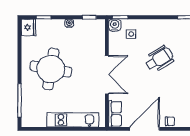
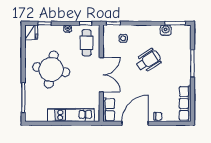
water cooler: (115, 25) -> (166, 30), moved
cafe table: (90, 39) -> (87, 43), added

